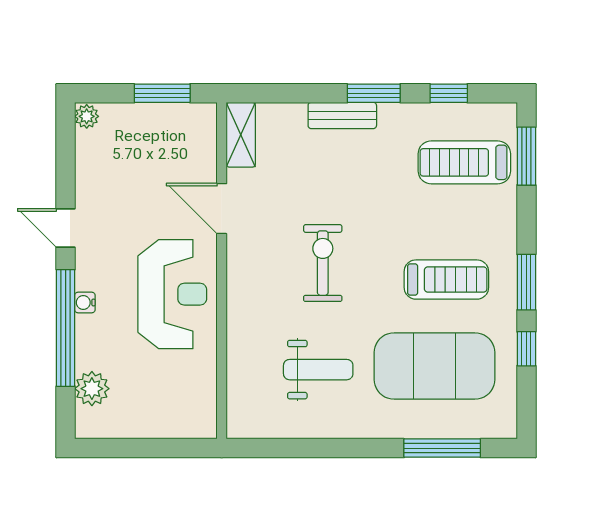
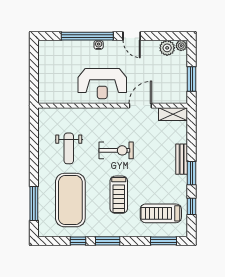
treadmill: (464, 162) -> (161, 213), turned -90
door: (66, 228) -> (132, 36), swing flipped
treadmill: (446, 280) -> (119, 195), moved
plant: (92, 389) -> (167, 48), moved

